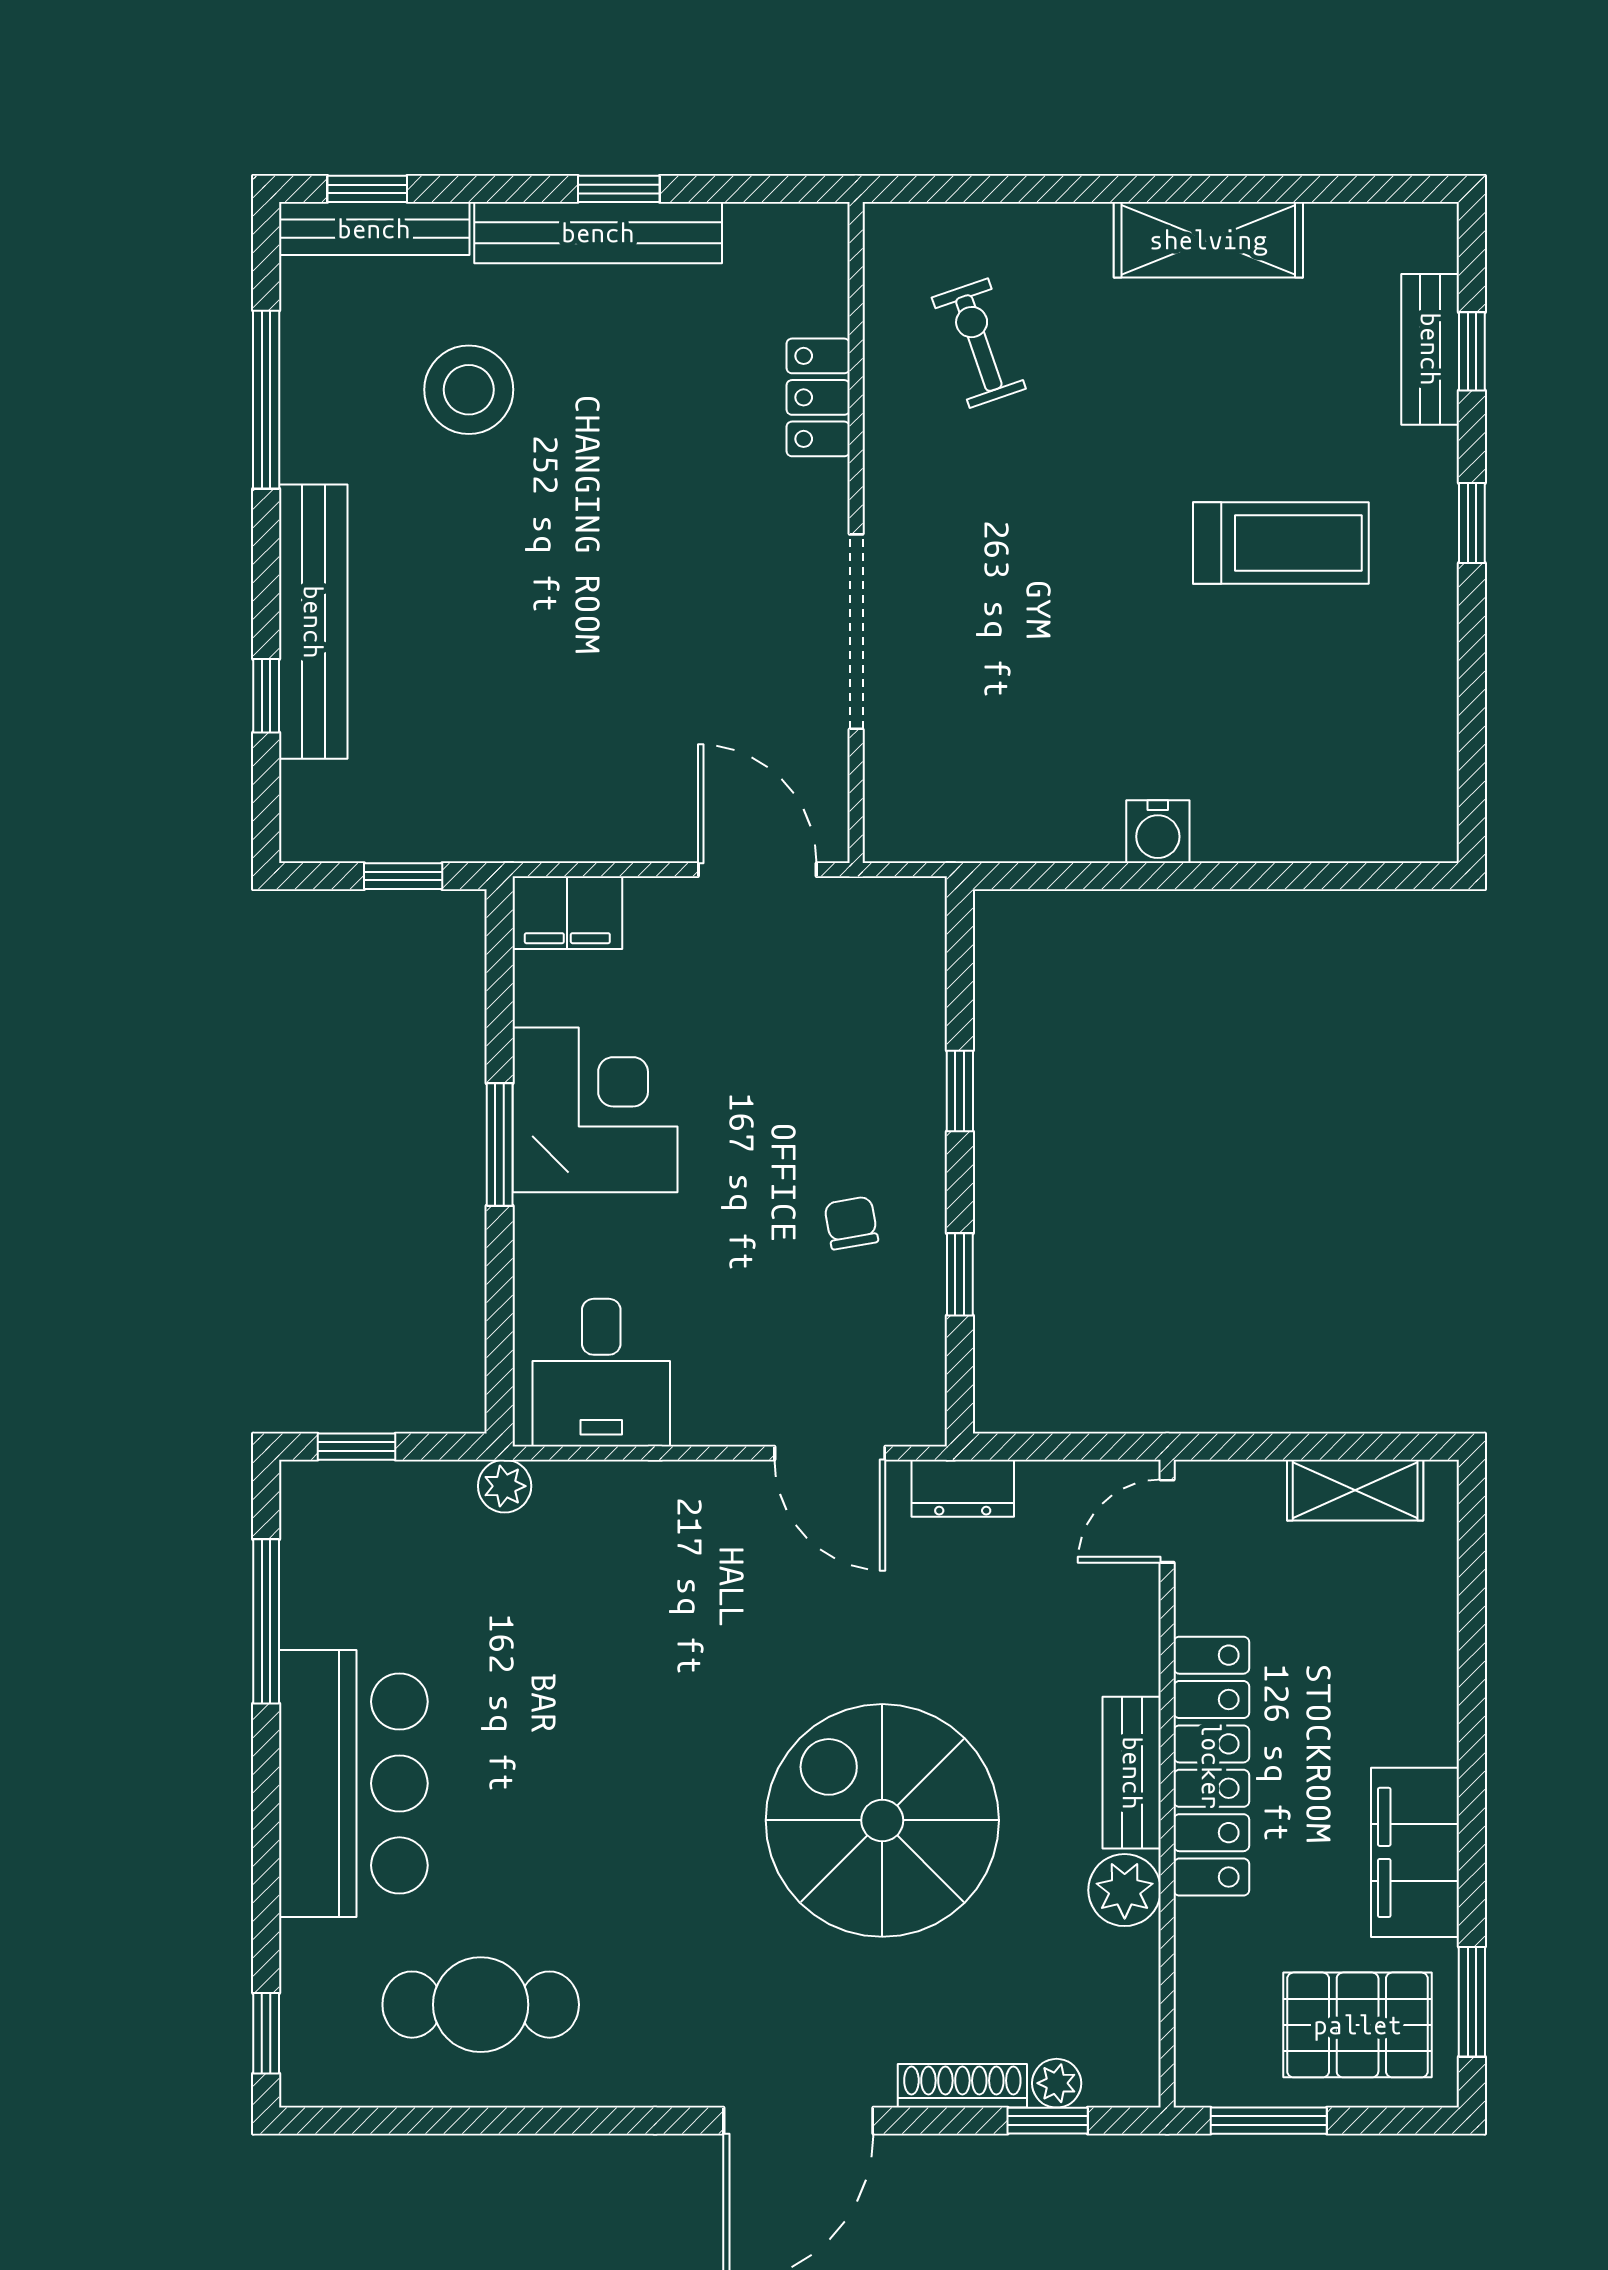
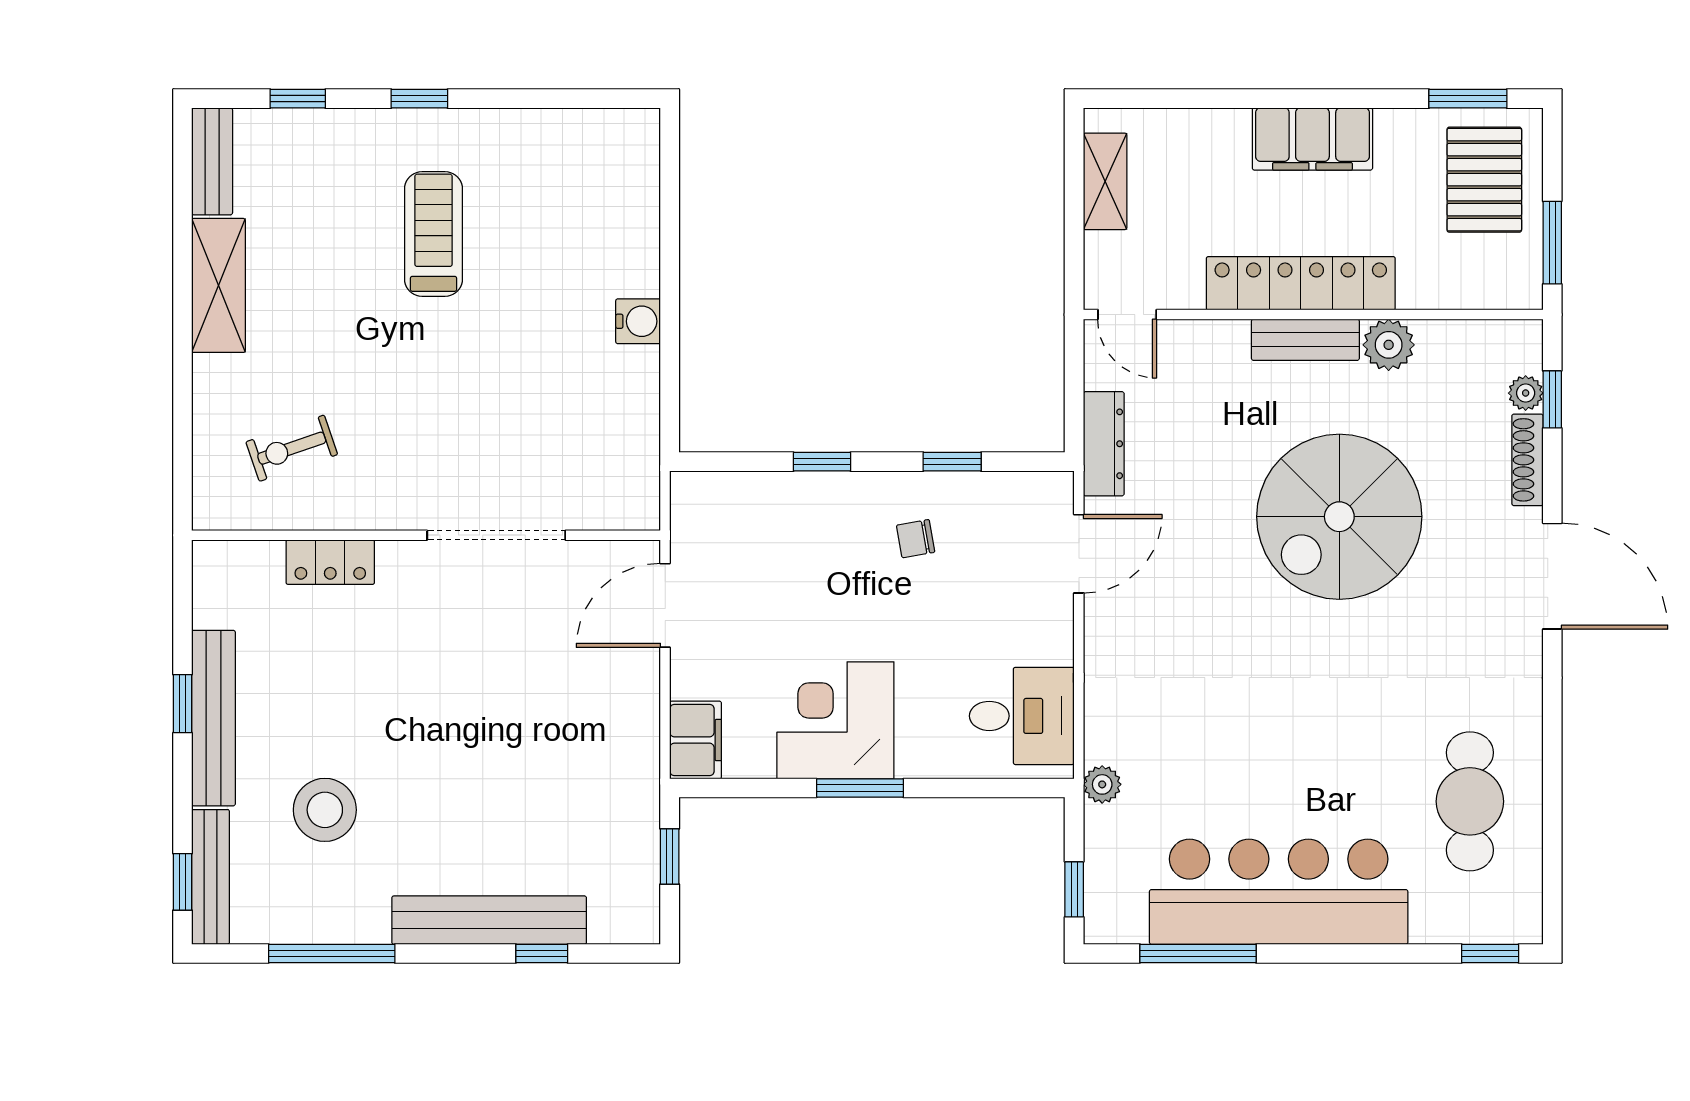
bench: (1430, 349) -> (212, 161), moved, turned 90
dresser: (963, 1488) -> (1104, 444), width x1.44
bar counter: (353, 1783) -> (1279, 892), width x1.36
filing cabinet: (1415, 1852) -> (1312, 139), moved

